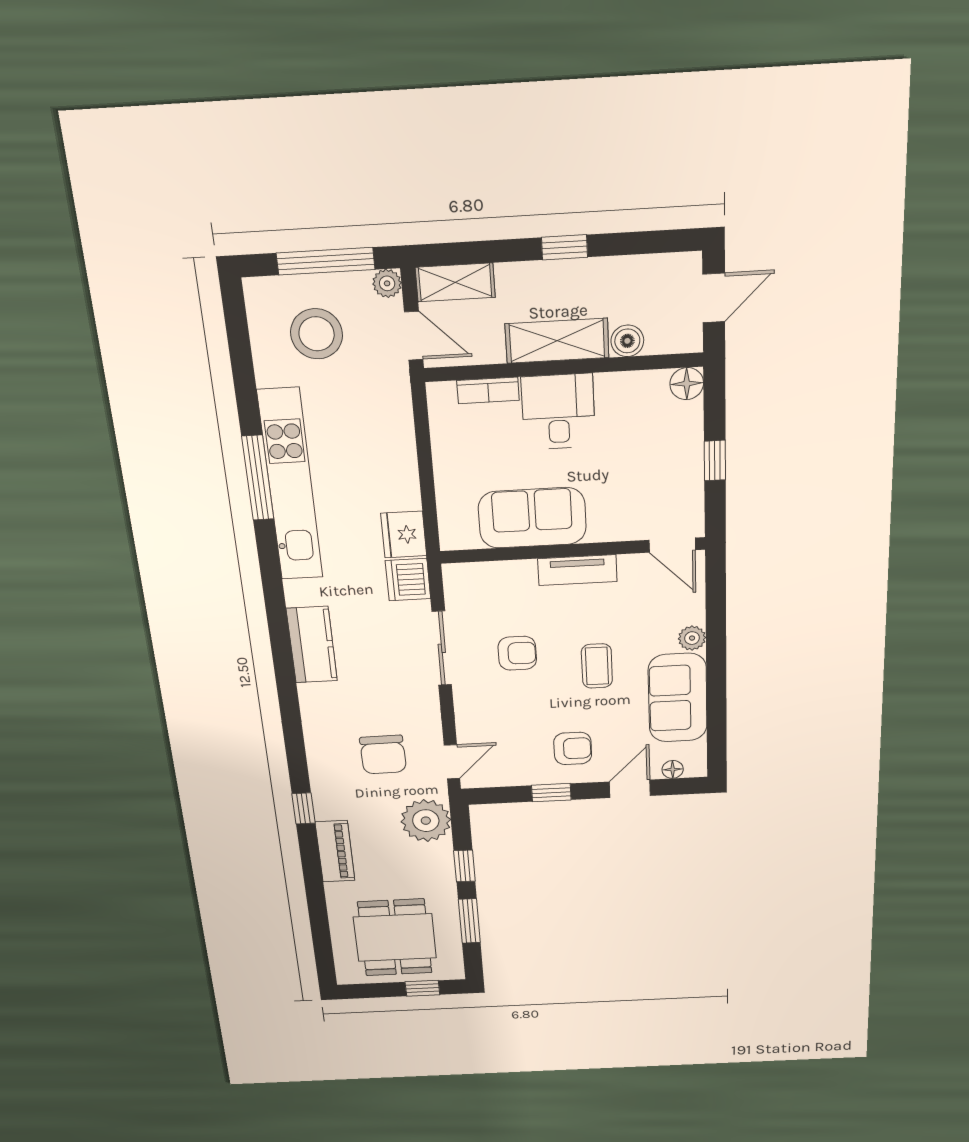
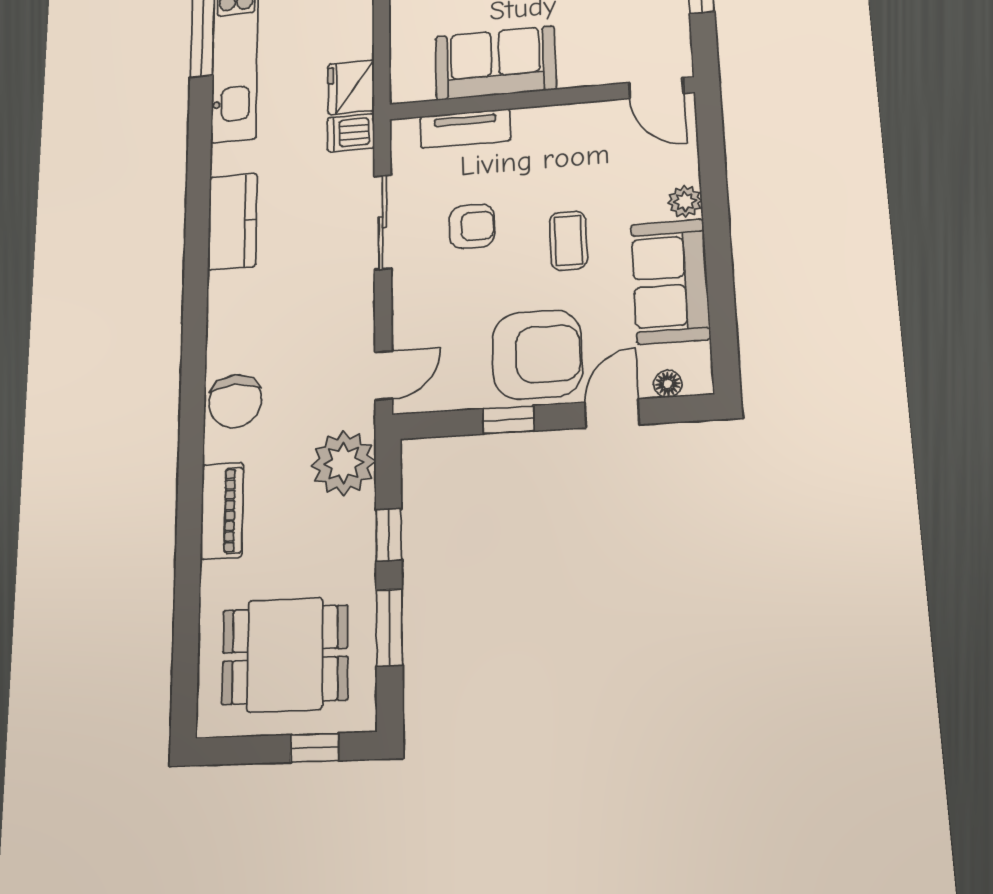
tv unit: (577, 570) -> (465, 128), moved
dishwasher: (408, 580) -> (351, 133), width x0.73
armchair: (573, 748) -> (537, 355), width x1.88, depth x1.88
chair: (383, 755) -> (235, 401), moved
window: (304, 808) -> (191, 445), removed
dining table: (395, 938) -> (285, 655), turned 90

